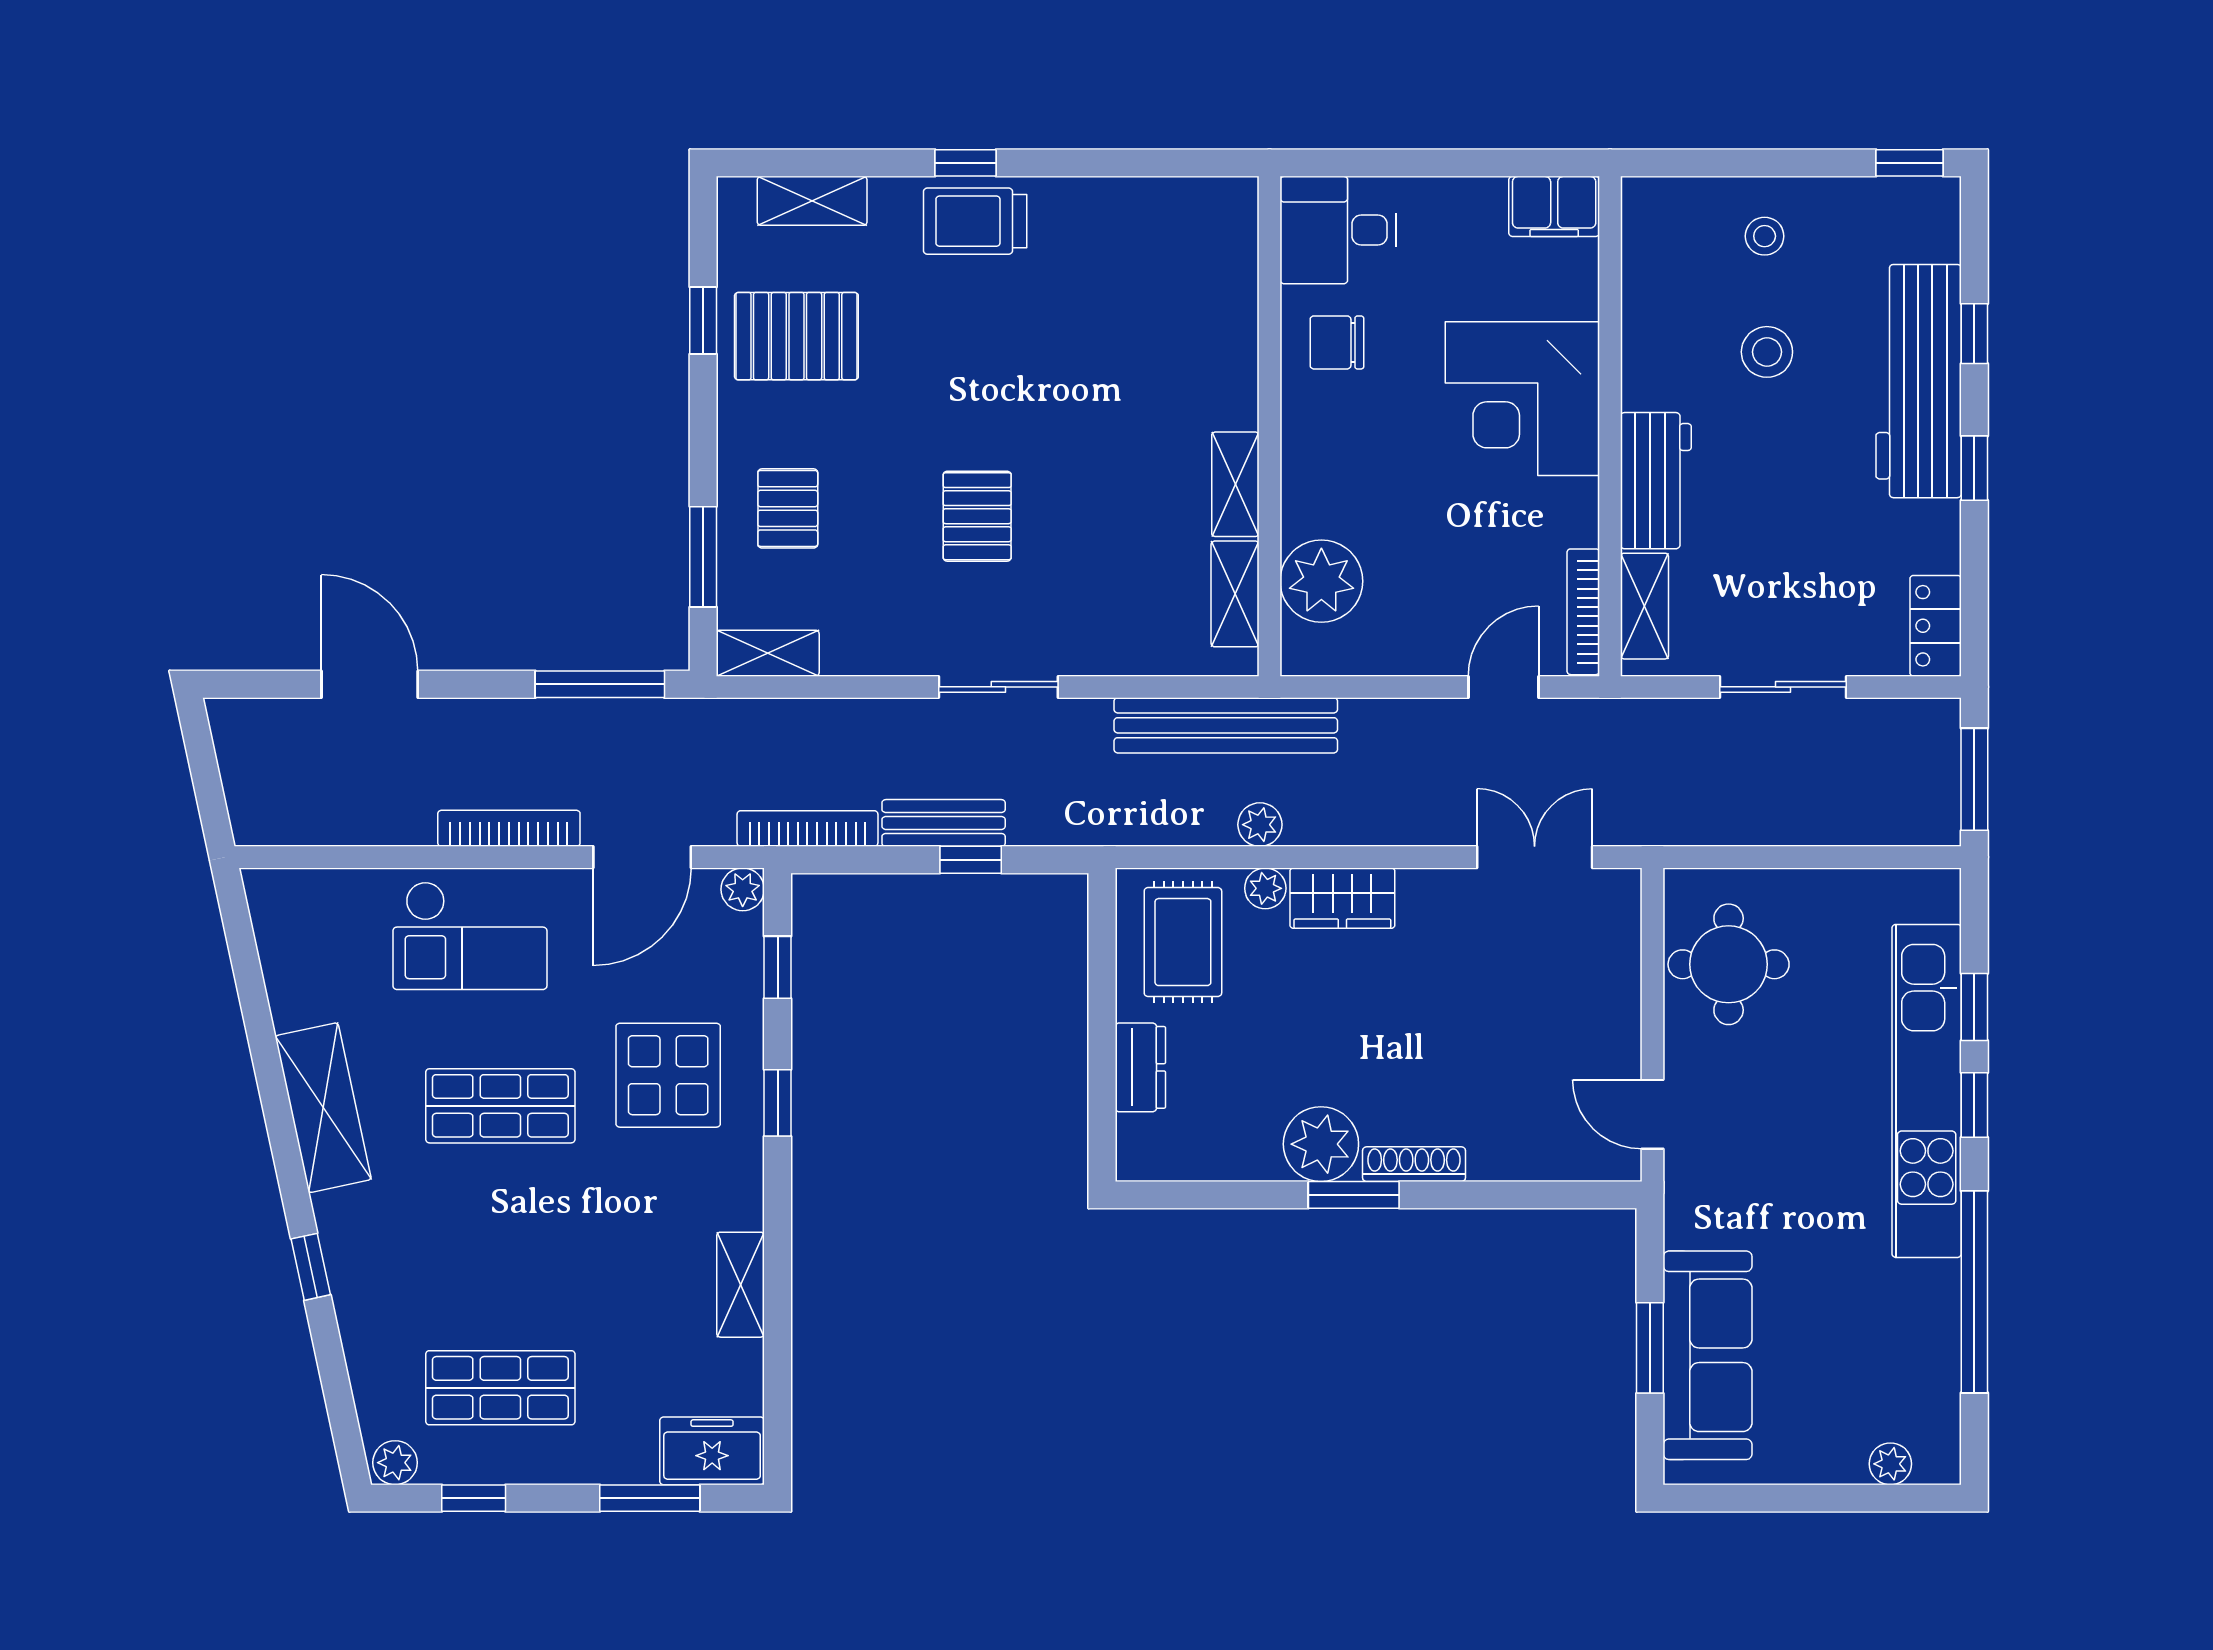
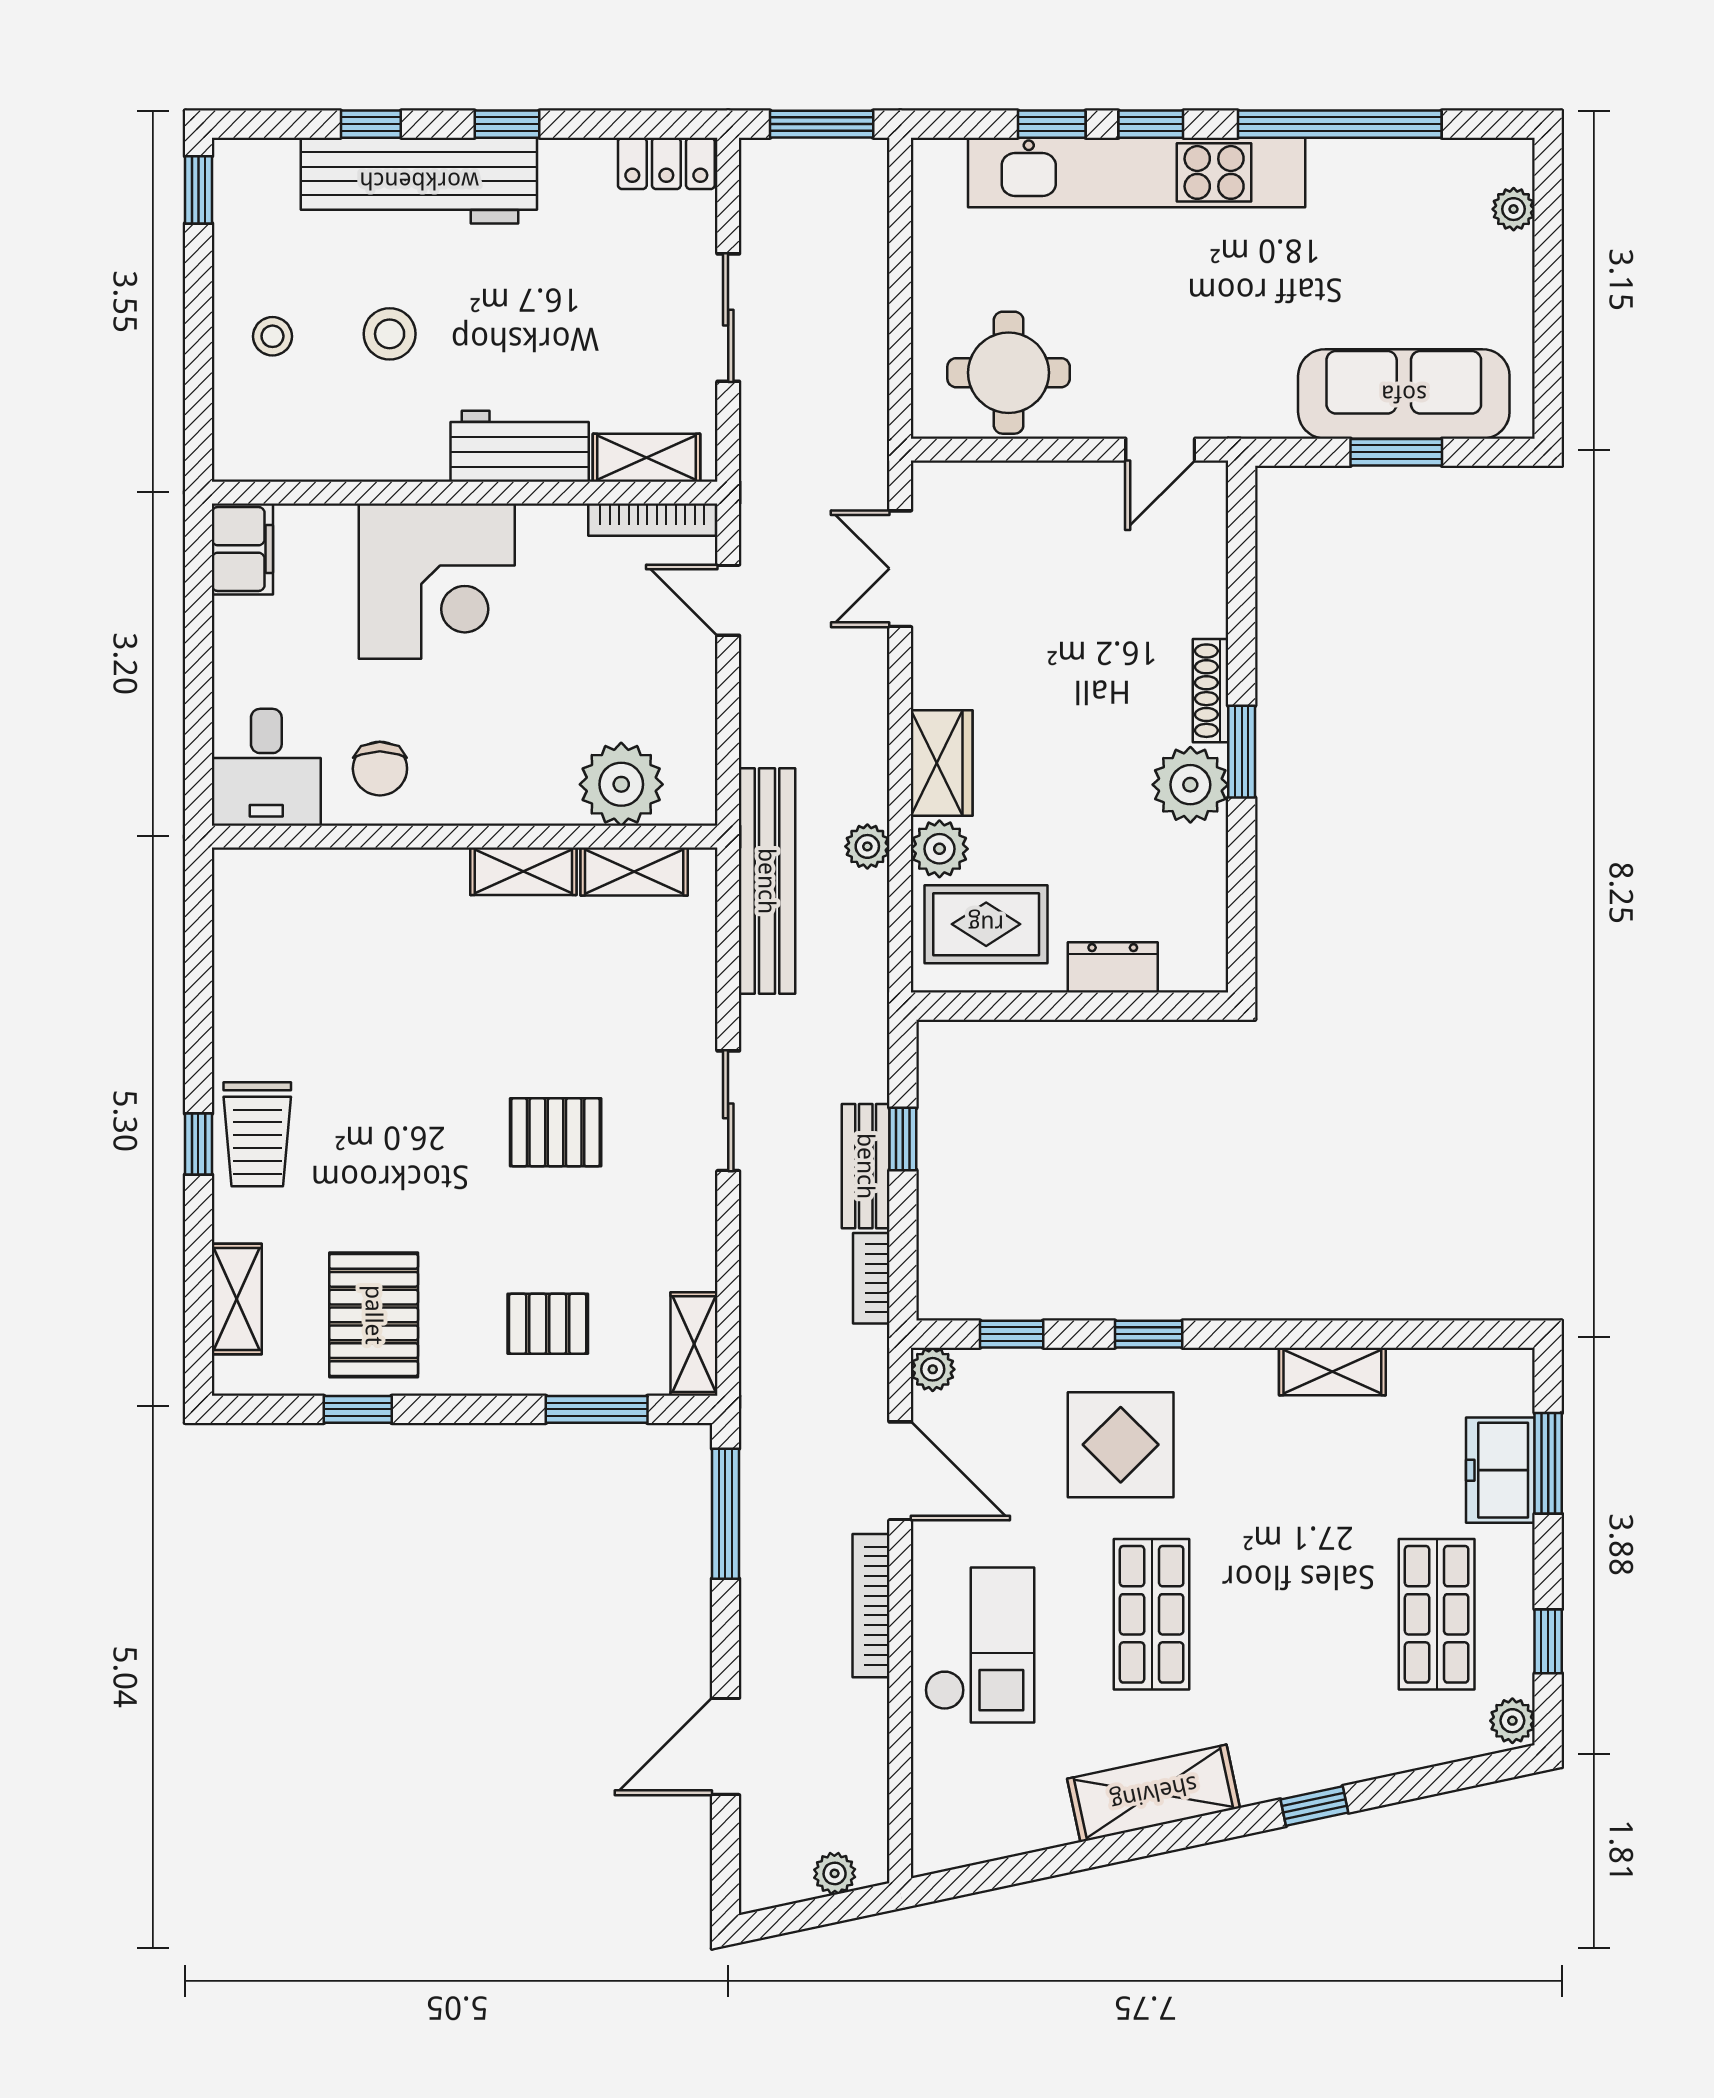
plant: (244, 792) -> (835, 1873), added
bookcase: (807, 829) -> (871, 1278), width x0.64
plant: (1265, 888) -> (939, 849), width x1.38, depth x1.38
freezer: (712, 1451) -> (1500, 1470), moved

